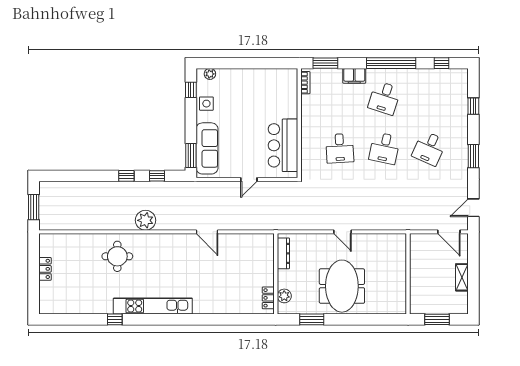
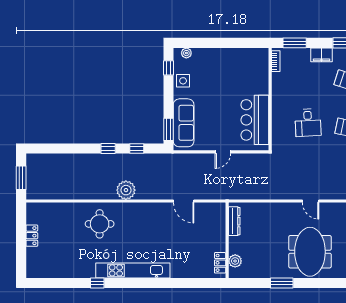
dresser: (283, 253) -> (234, 221), moved
wall: (276, 274) -> (227, 240), moved
plant: (284, 296) -> (235, 261), moved
locker: (268, 298) -> (220, 263), moved

